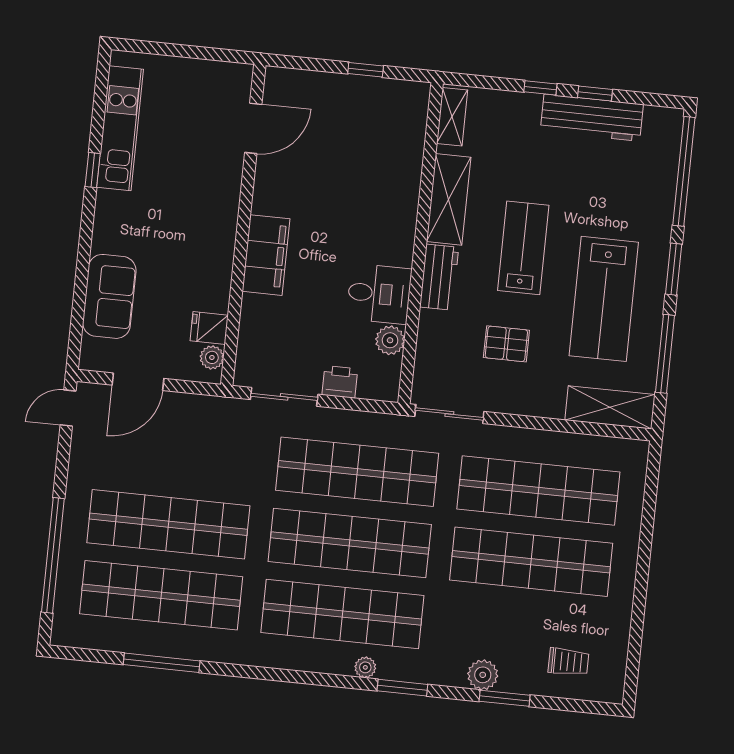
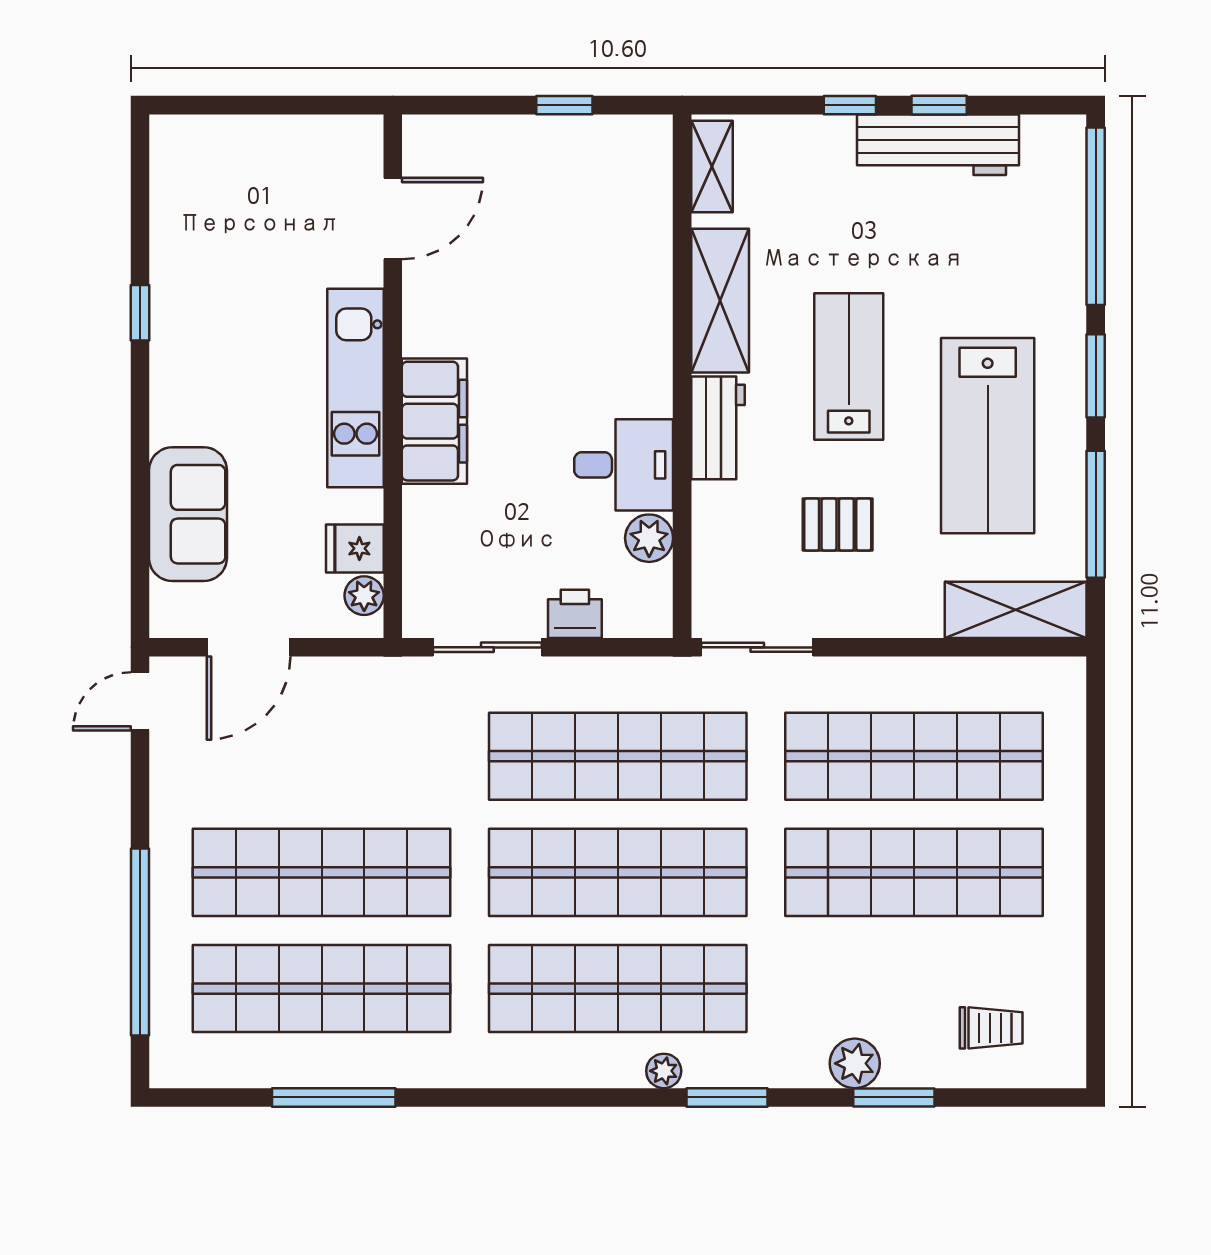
kitchen unit: (120, 128) -> (356, 388), moved, turned 180

